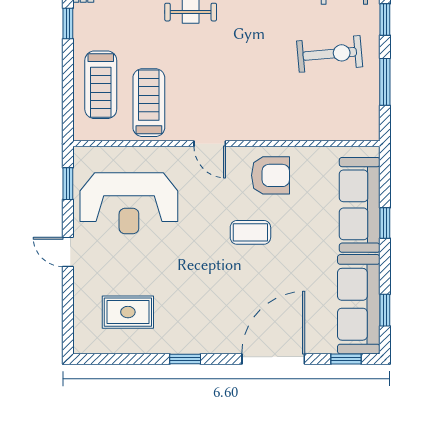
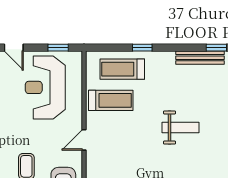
window: (68, 23) -> (142, 48), moved
door: (68, 252) -> (14, 48), swing flipped

